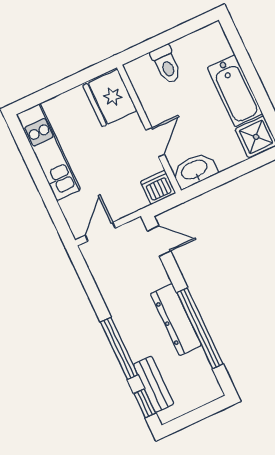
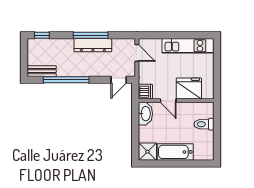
fridge: (110, 98) -> (189, 89), moved
dresser: (176, 320) -> (93, 45), moved, turned 180
window: (119, 348) -> (91, 35), moved
bench: (154, 384) -> (42, 71), moved

